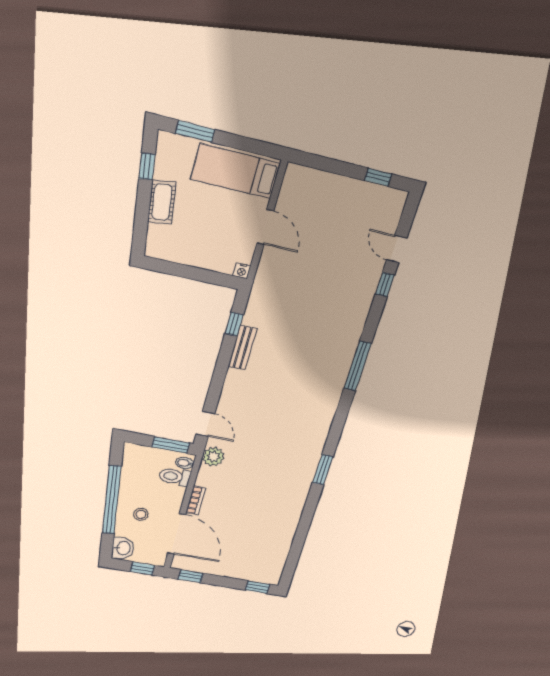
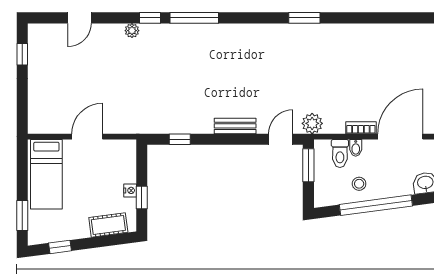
cot: (162, 202) -> (108, 225), moved
window: (181, 270) -> (142, 198), added
nightstand: (242, 271) -> (130, 190), moved
window: (385, 285) -> (150, 18), moved
plant: (365, 301) -> (132, 31), added
bench: (243, 348) -> (235, 126), moved
bidet: (185, 463) -> (356, 148), moved
stool: (141, 514) -> (359, 184), moved

